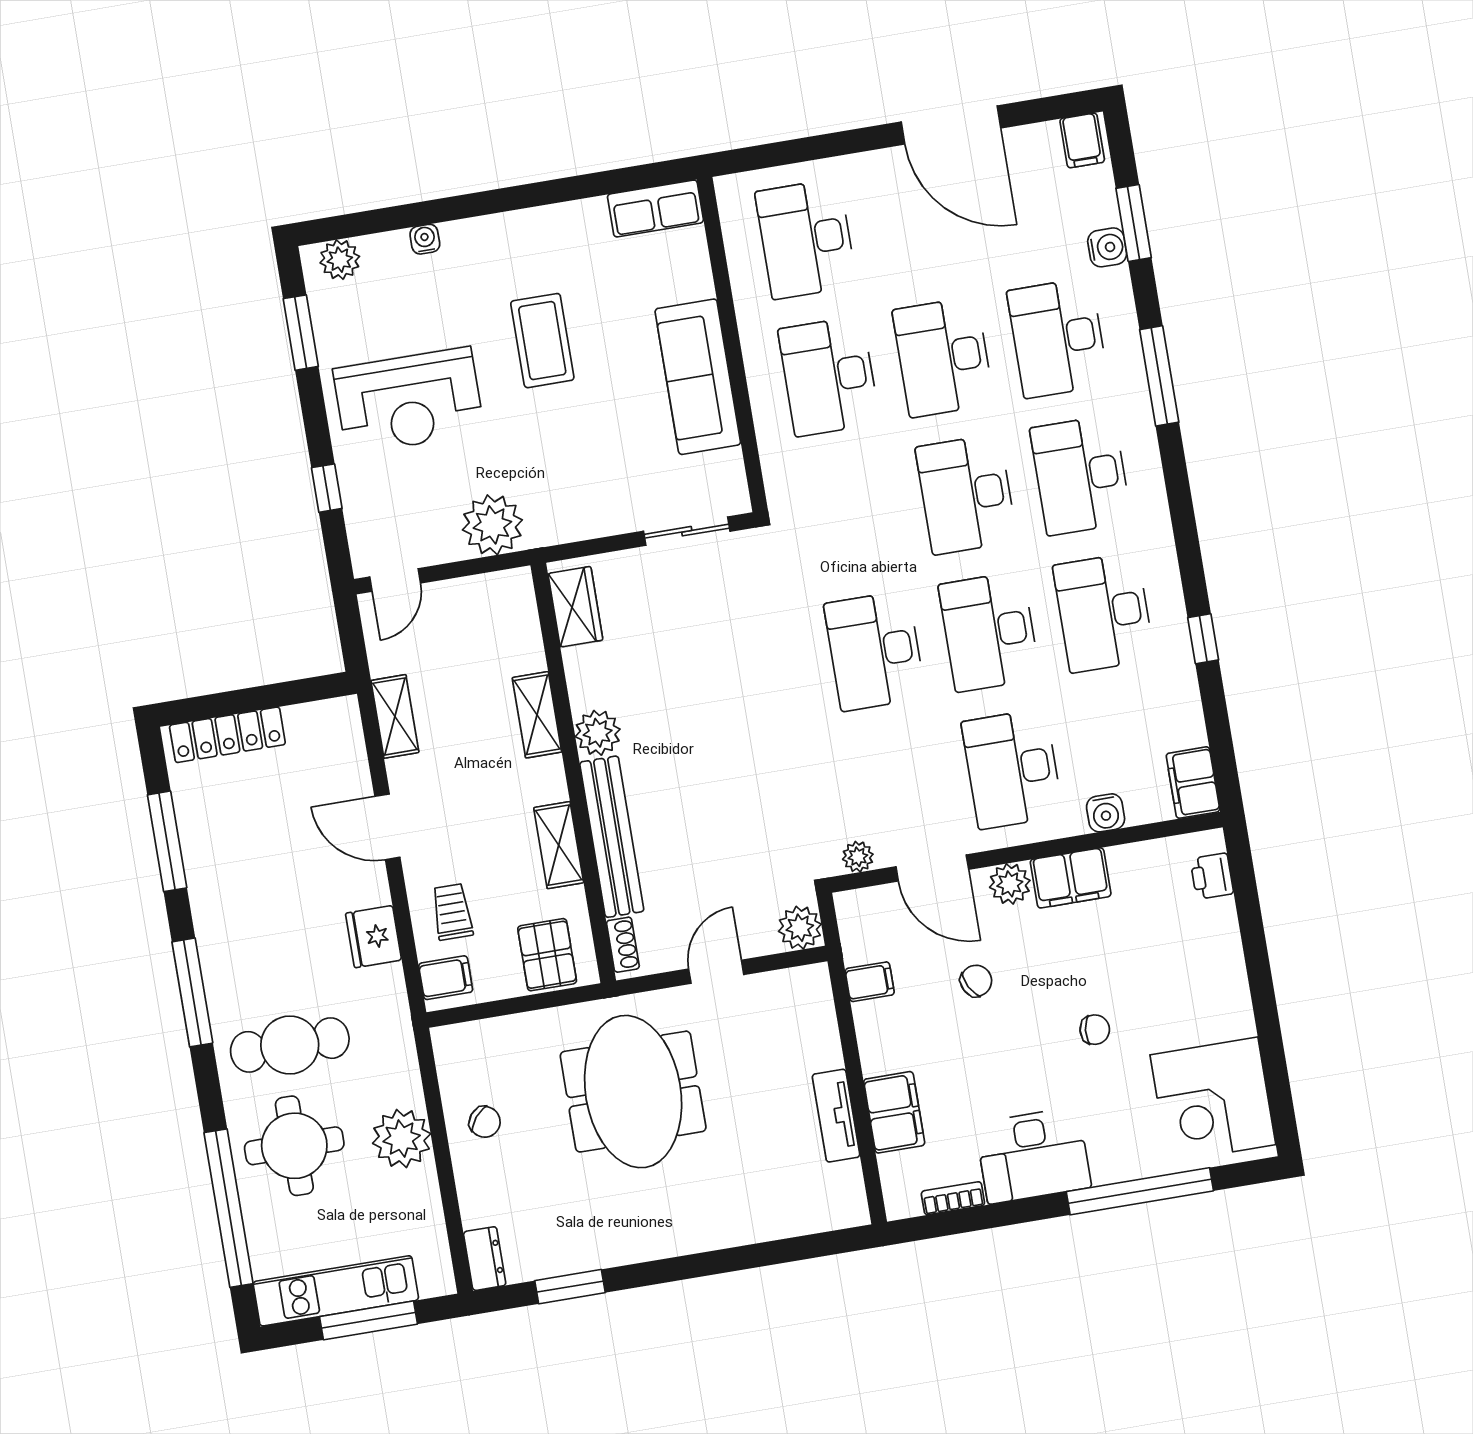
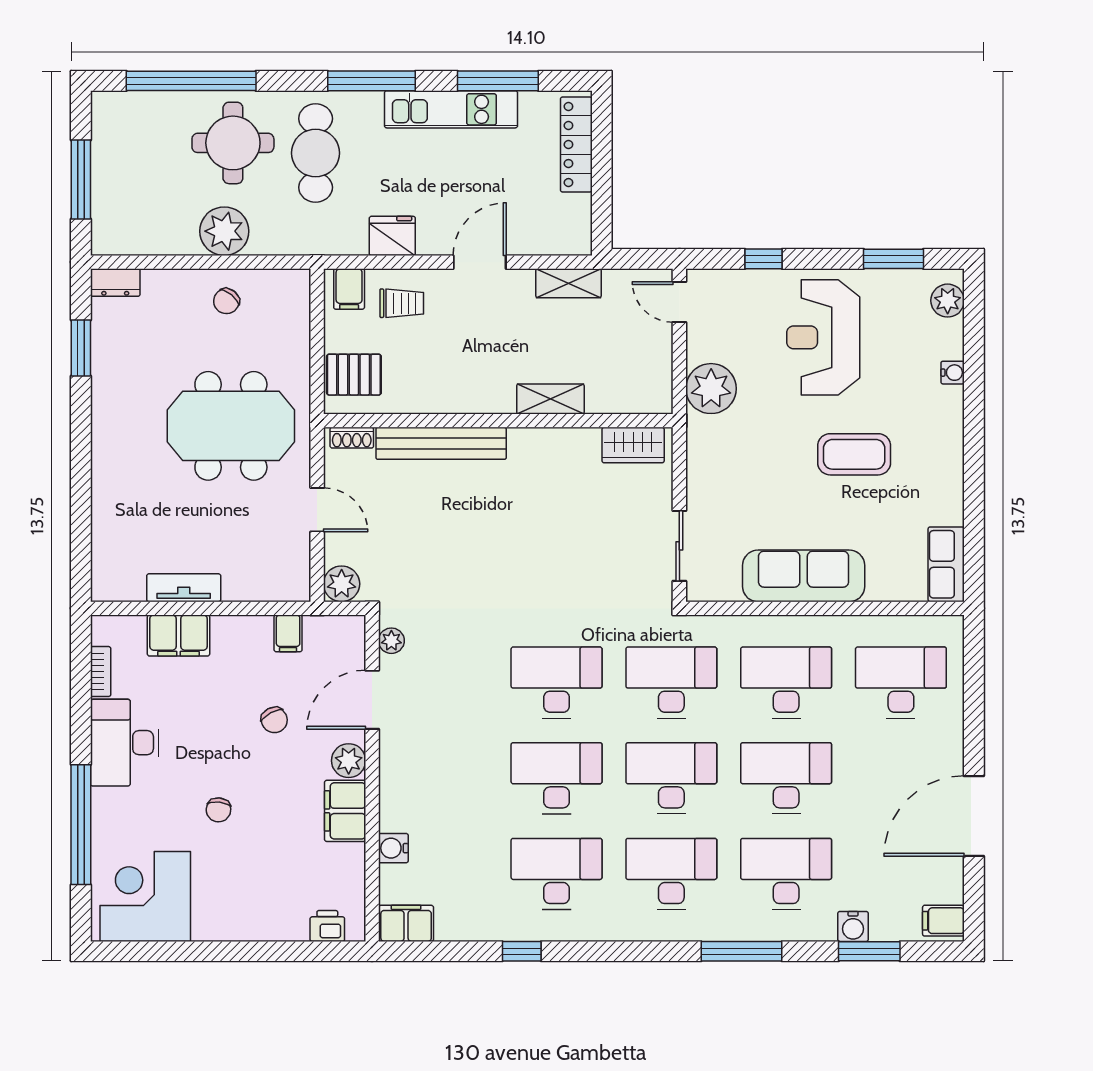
plant: (598, 733) -> (528, 446), removed
desk: (1012, 769) -> (671, 682), moved
shelving: (559, 845) -> (441, 399), removed
kitchen unit: (336, 1291) -> (451, 109), moved, turned 90

